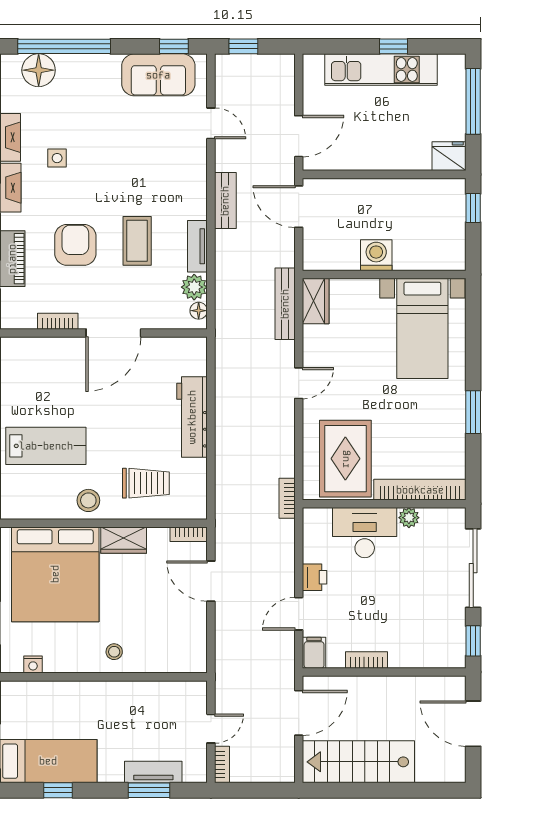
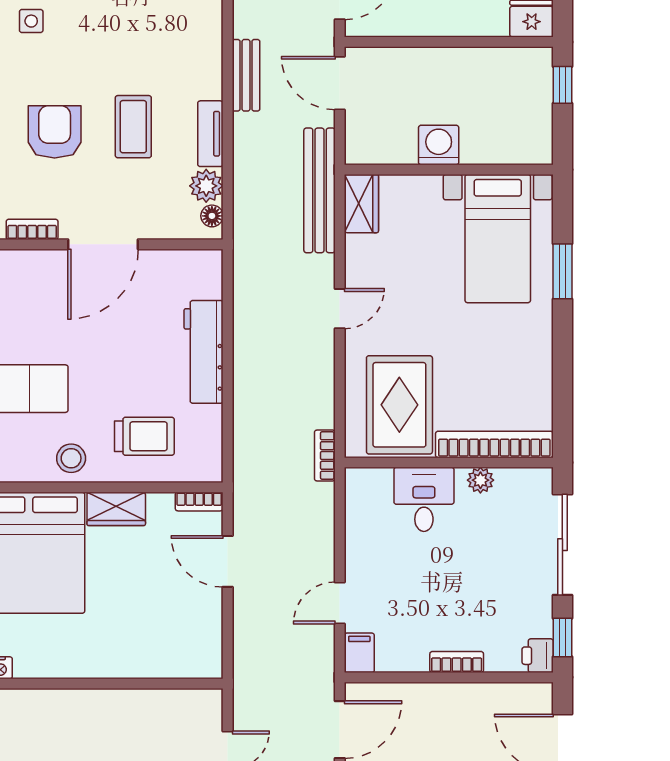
bench: (285, 304) -> (320, 190), width x1.37, depth x1.21
window: (473, 412) -> (562, 271), moved
desk: (365, 533) -> (424, 499), width x0.73
printer: (314, 577) -> (538, 656), moved, turned 180
stool: (114, 652) -> (104, 651), removed
bookcase: (366, 660) -> (457, 662), moved

